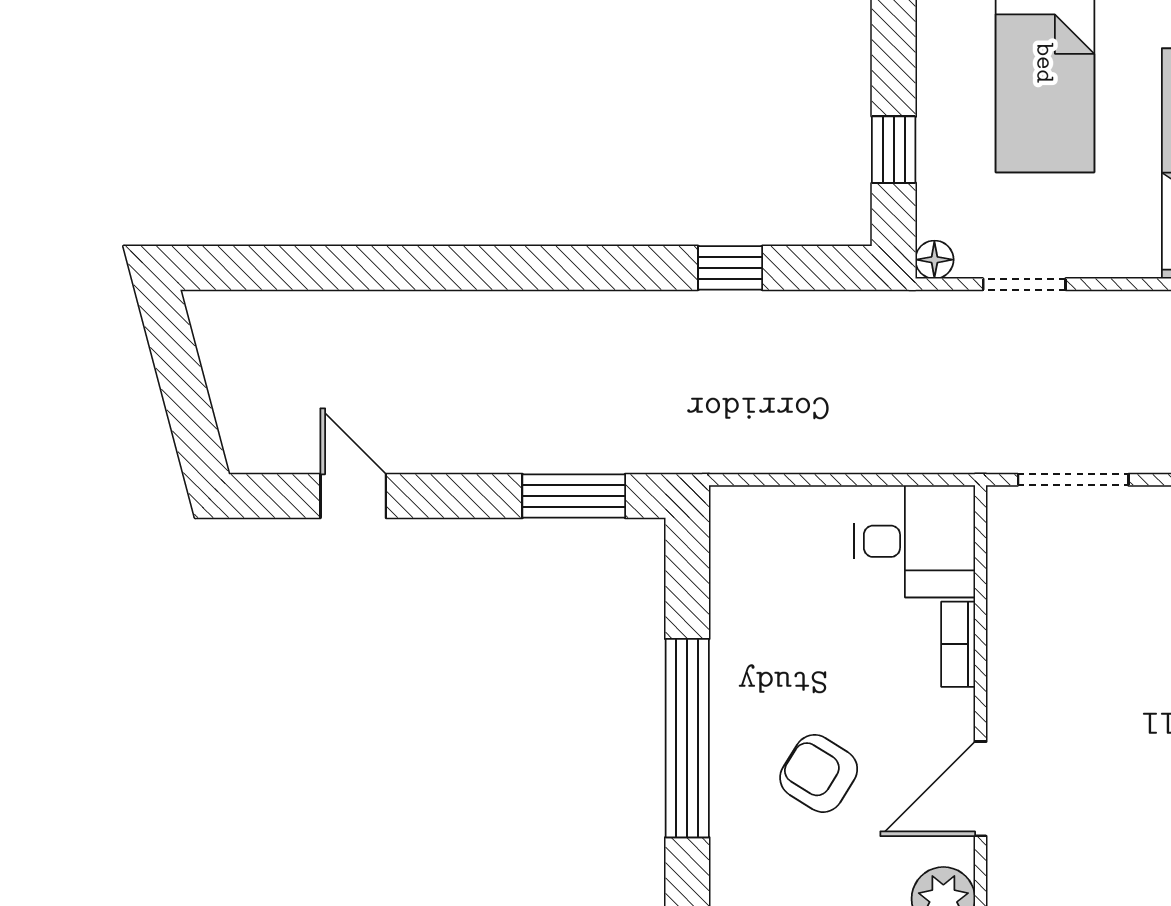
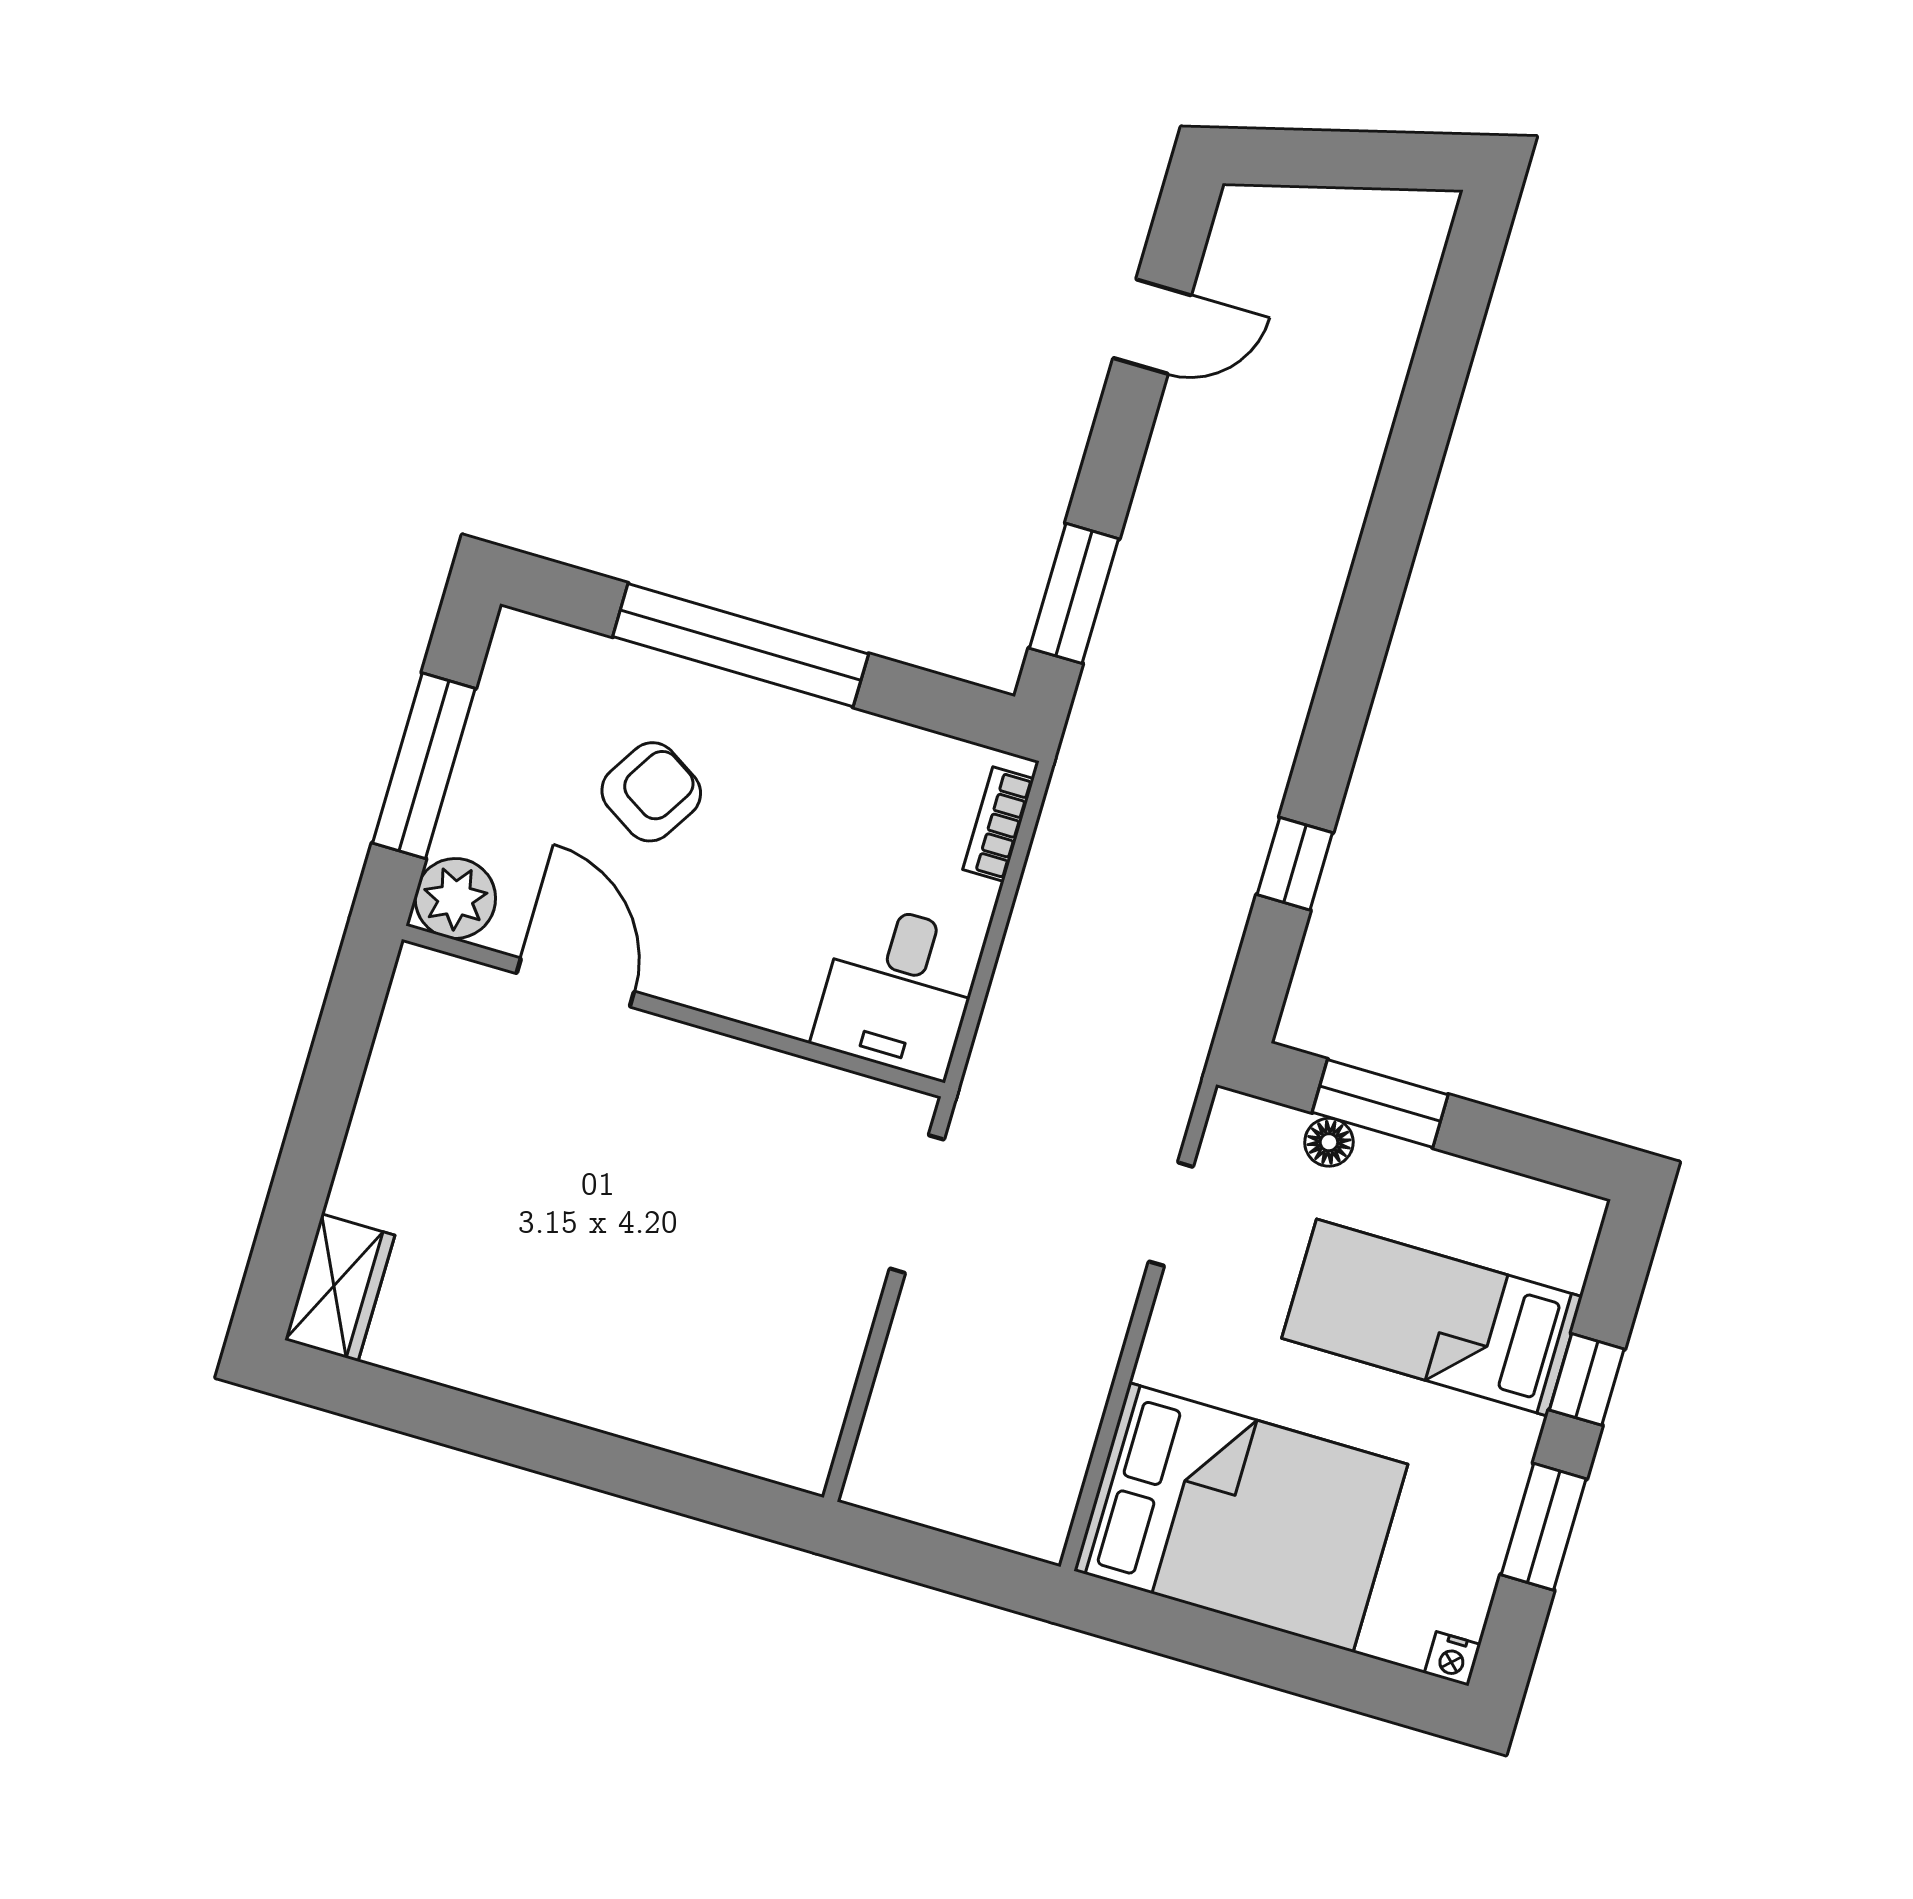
window: (894, 150) -> (1380, 1104), width x1.50
floor lamp: (934, 260) -> (1329, 1142), moved
bookcase: (958, 644) -> (998, 824), moved, turned -90

